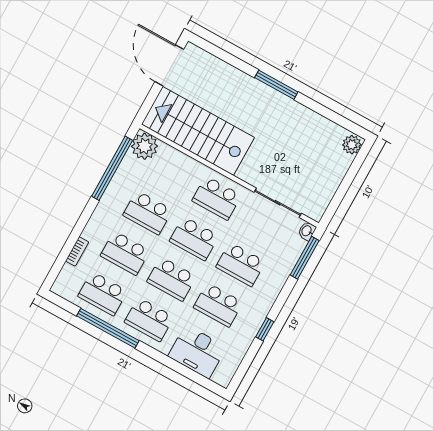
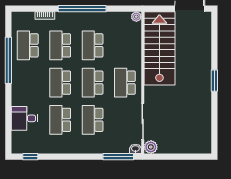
window: (276, 85) -> (214, 81), width x0.69
plant: (352, 145) -> (151, 147), moved
plant: (145, 146) -> (136, 17), width x0.53, depth x0.53
window: (112, 168) -> (82, 9), moved
school desk: (149, 319) -> (28, 83), removed
window: (265, 329) -> (30, 157), moved
desk: (197, 352) -> (24, 118), width x0.73

